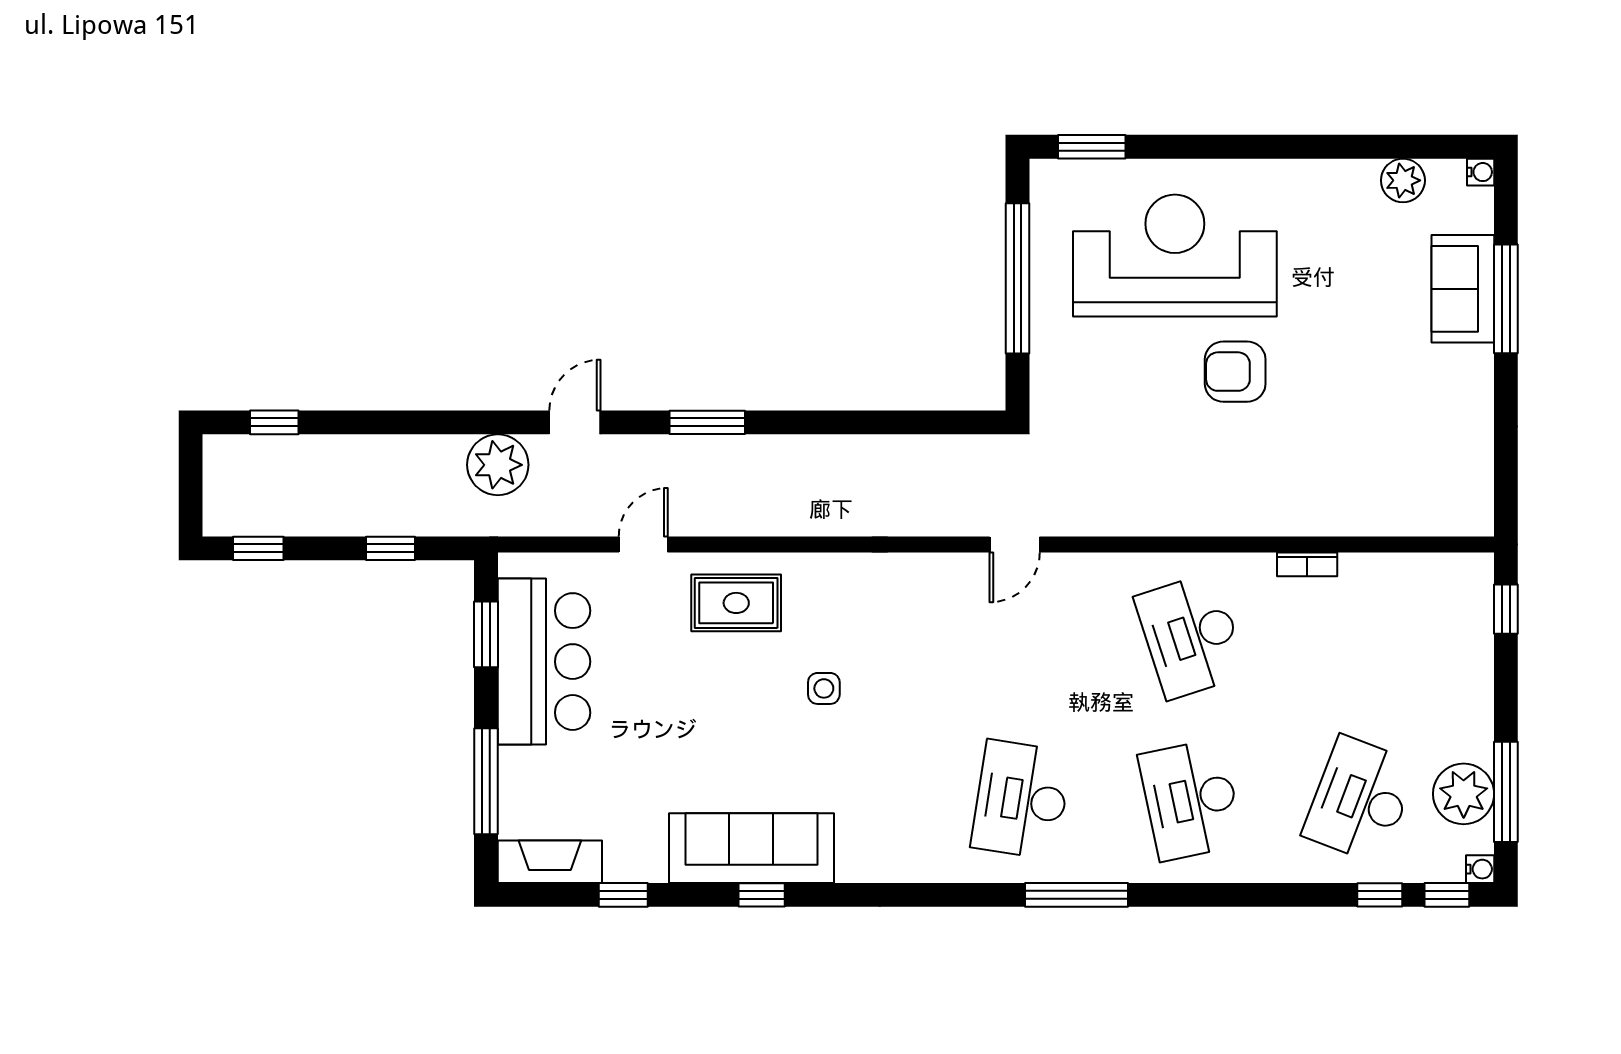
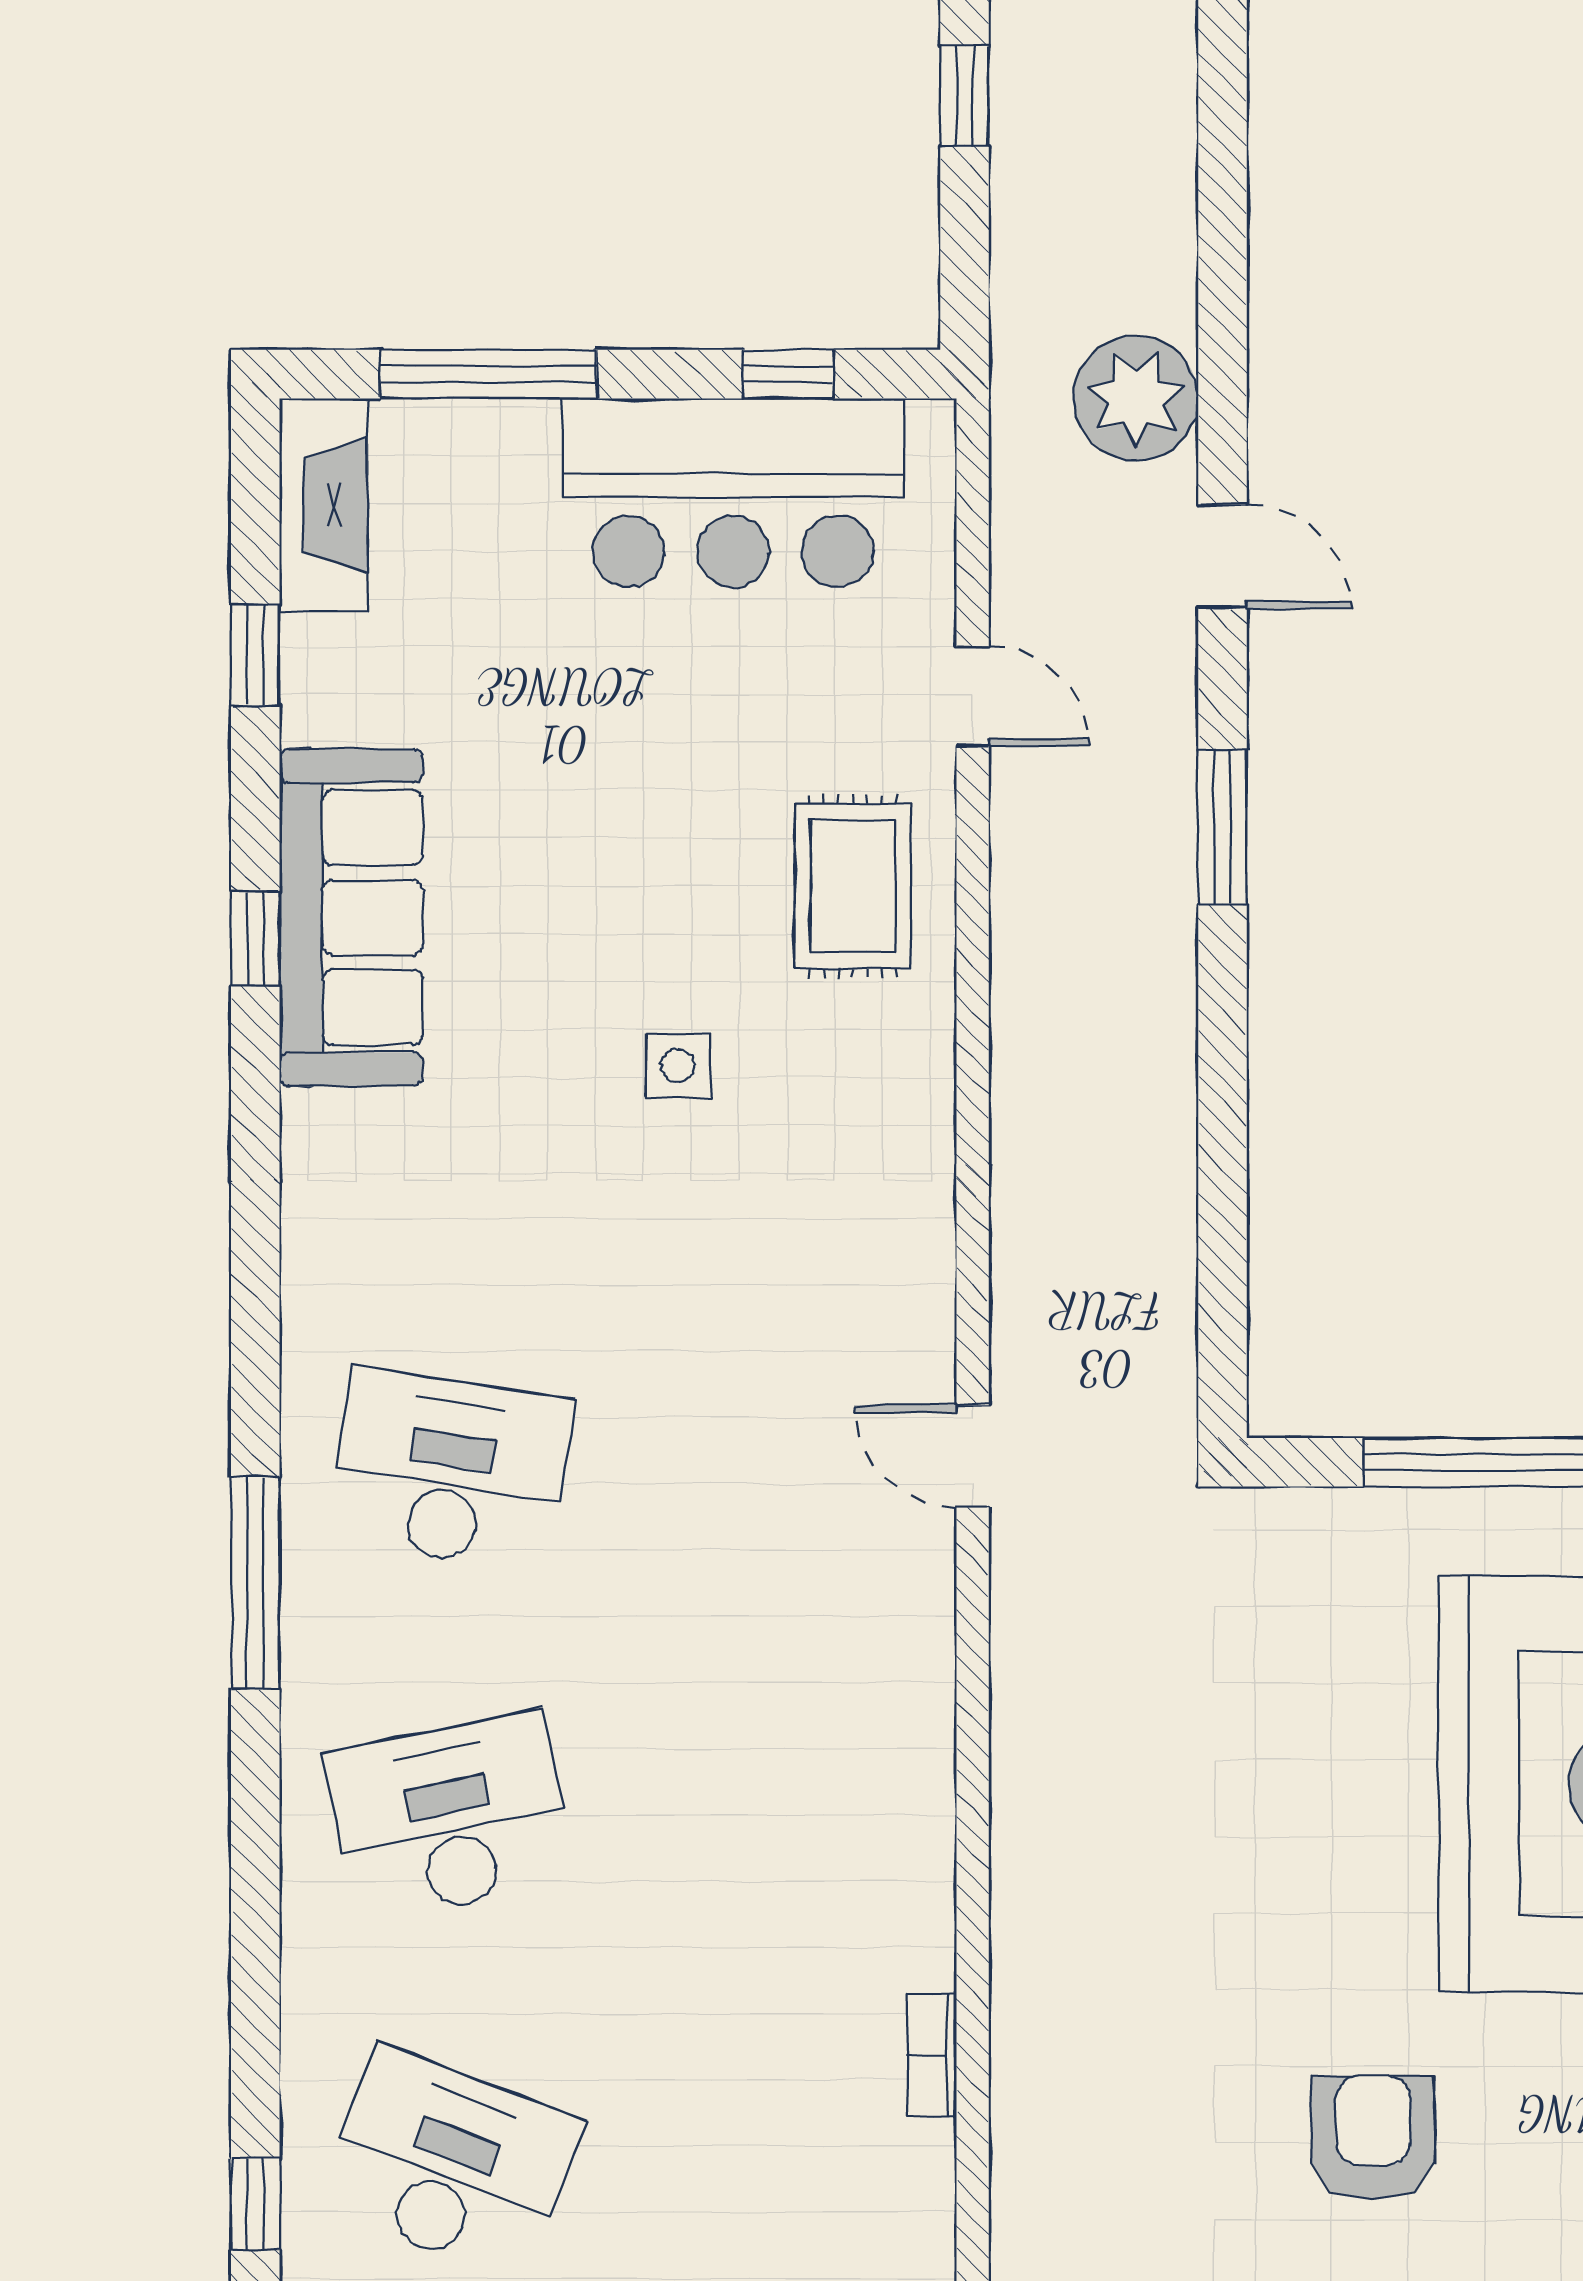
armchair: (1235, 372) -> (1373, 2138), moved
window: (391, 548) -> (965, 96), moved
window: (486, 634) -> (788, 374), width x0.67
desk: (1191, 636) -> (786, 1817), removed

